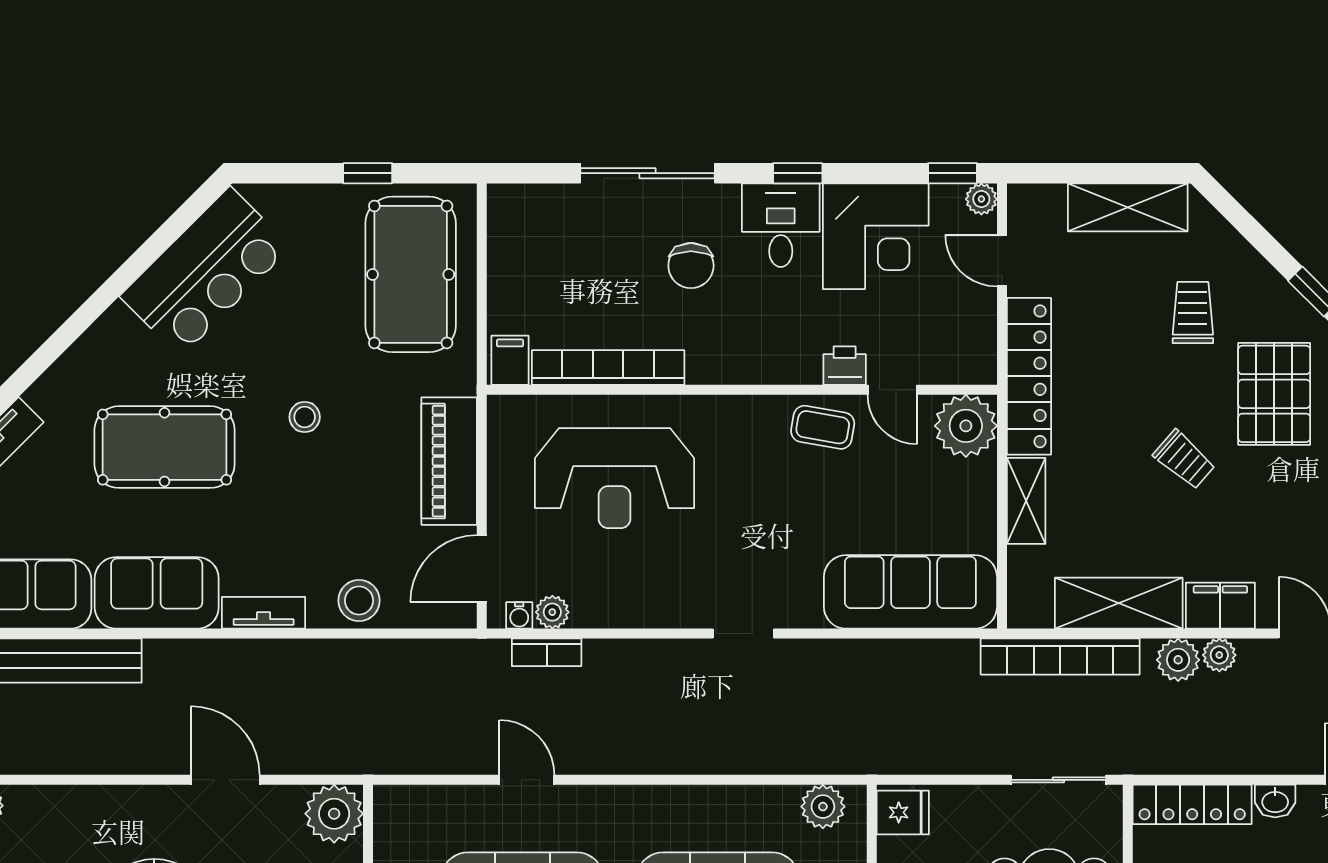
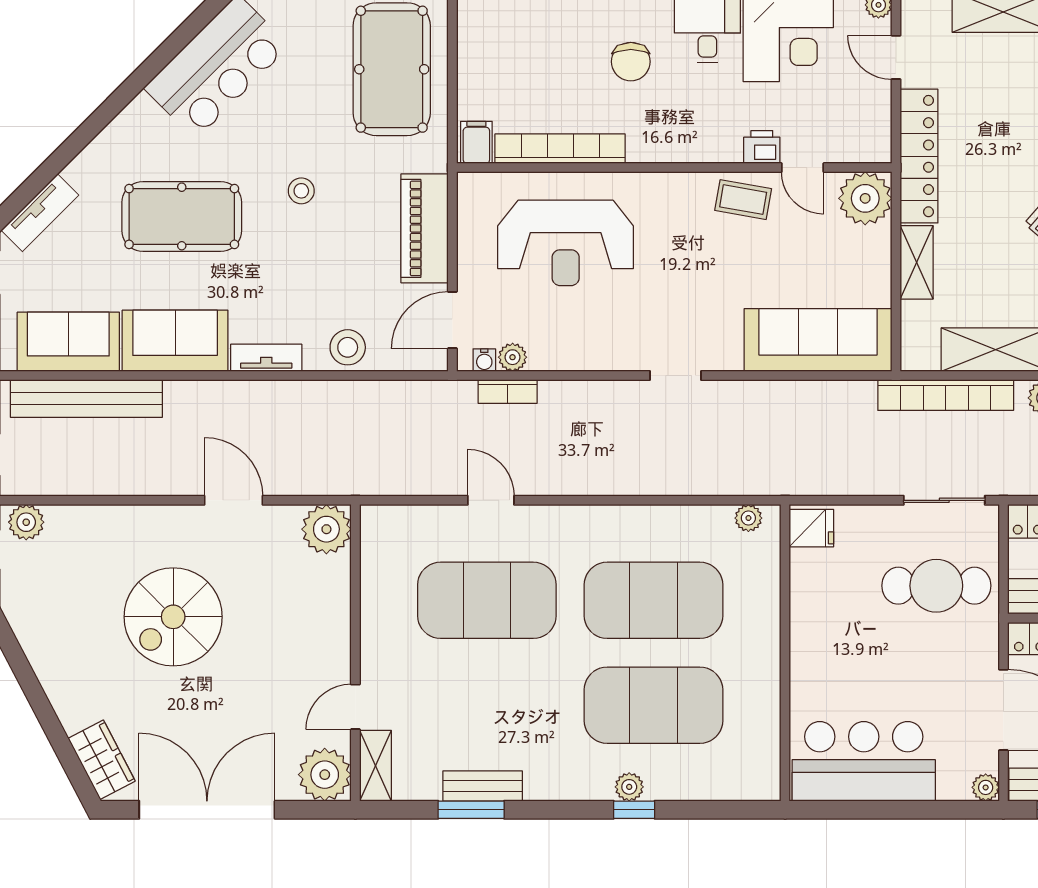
plant: (823, 807) -> (748, 518), width x0.73, depth x0.73

